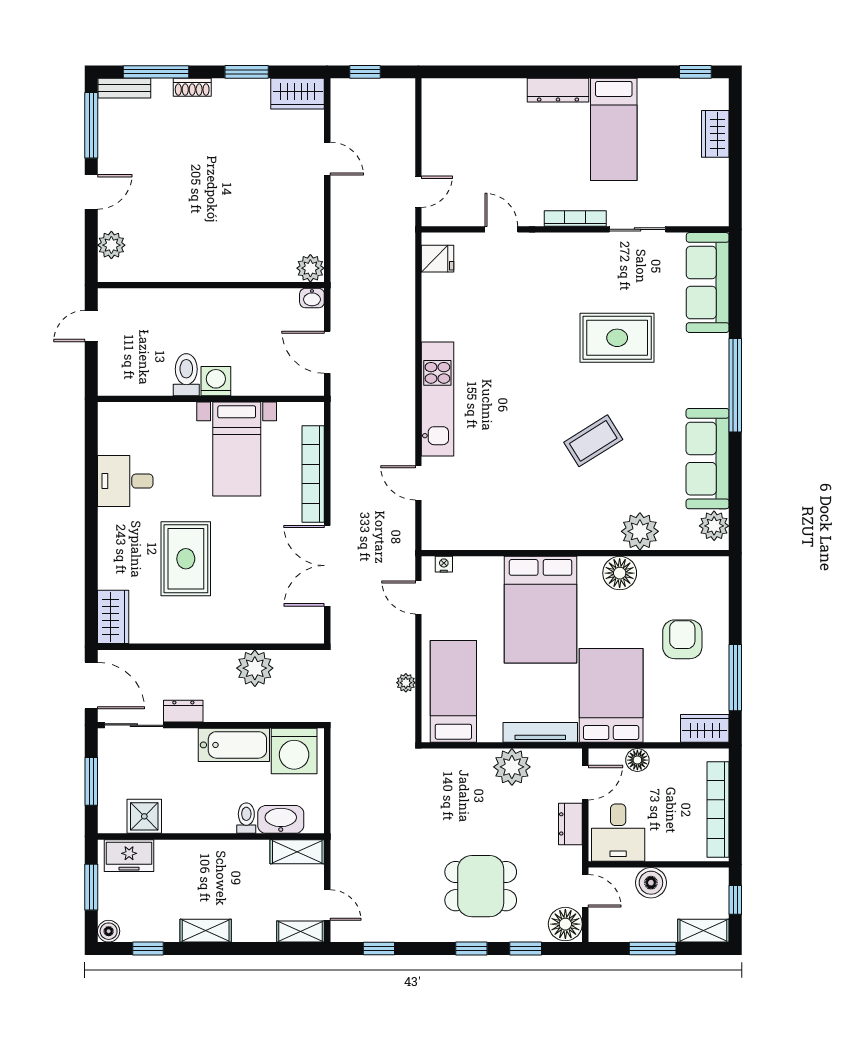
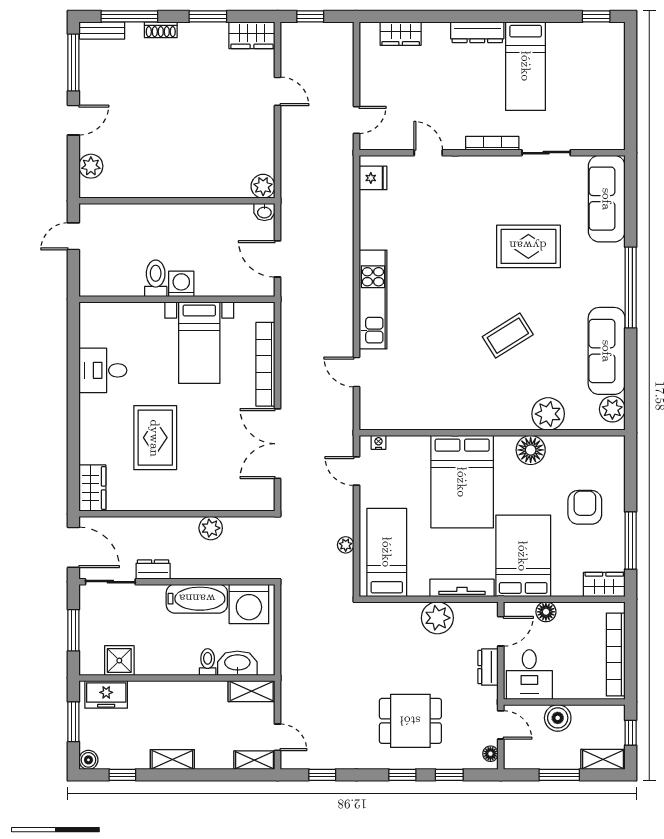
wardrobe: (715, 134) -> (401, 34), moved, turned -90
plant: (255, 668) -> (211, 528), width x0.73, depth x0.73
floor lamp: (565, 924) -> (490, 754), width x0.53, depth x0.53

